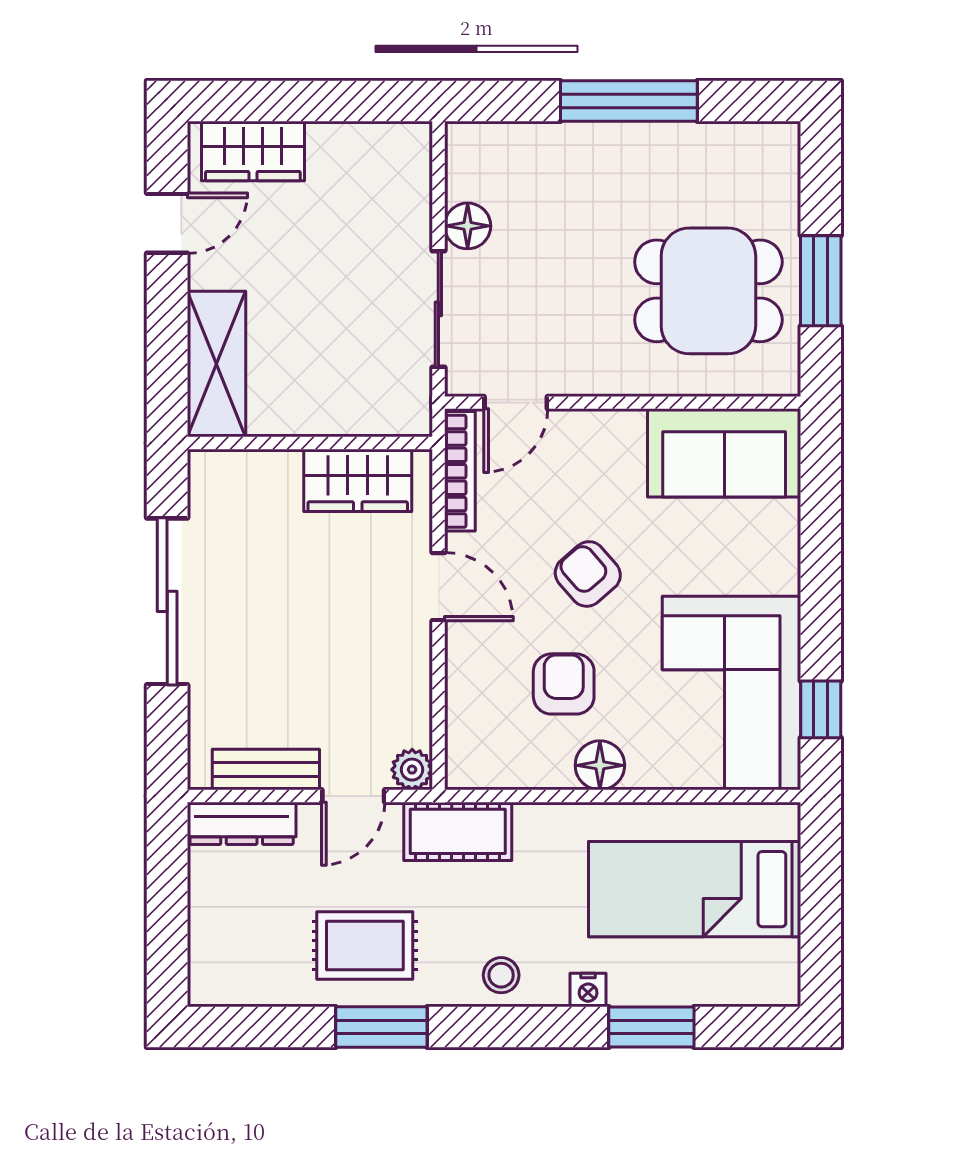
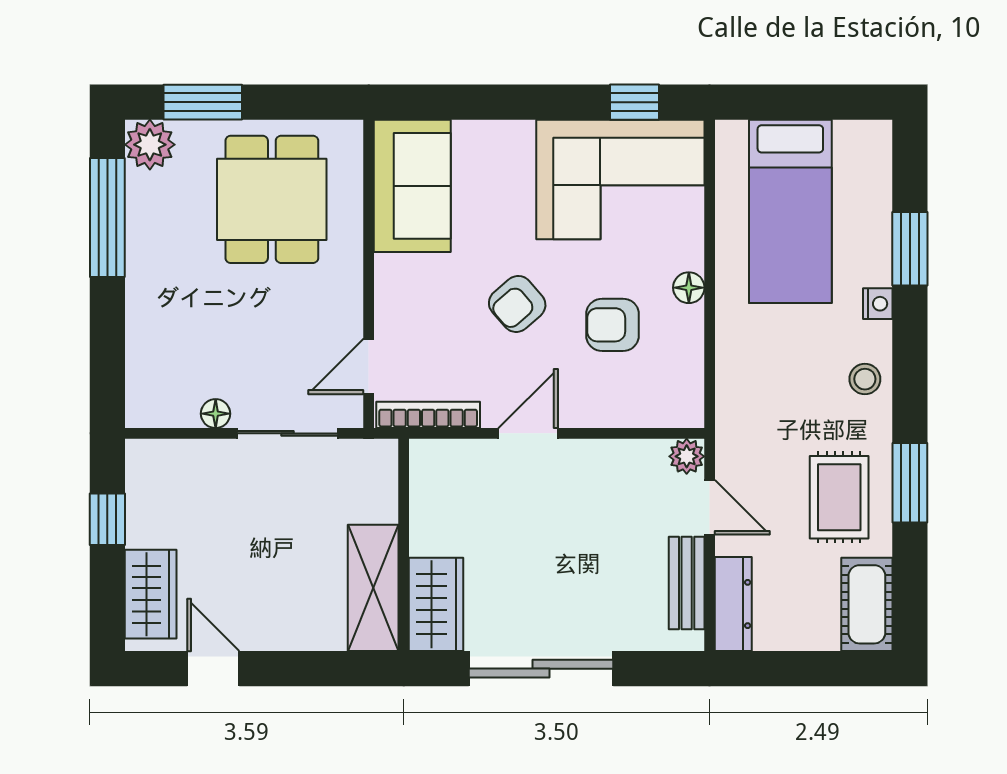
window: (339, 101) -> (107, 519), added
window: (629, 101) -> (107, 218), moved
plant: (772, 150) -> (150, 145), added
floor lamp: (468, 226) -> (216, 414), width x0.73, depth x0.73
window: (821, 281) -> (203, 102), moved
shelving: (216, 364) -> (373, 588), moved, turned 90
door: (516, 403) -> (369, 366), swing flipped
wardrobe: (358, 480) -> (436, 604), moved
floor lamp: (600, 765) -> (689, 288), width x0.73, depth x0.73
cot: (458, 831) -> (867, 604), moved

